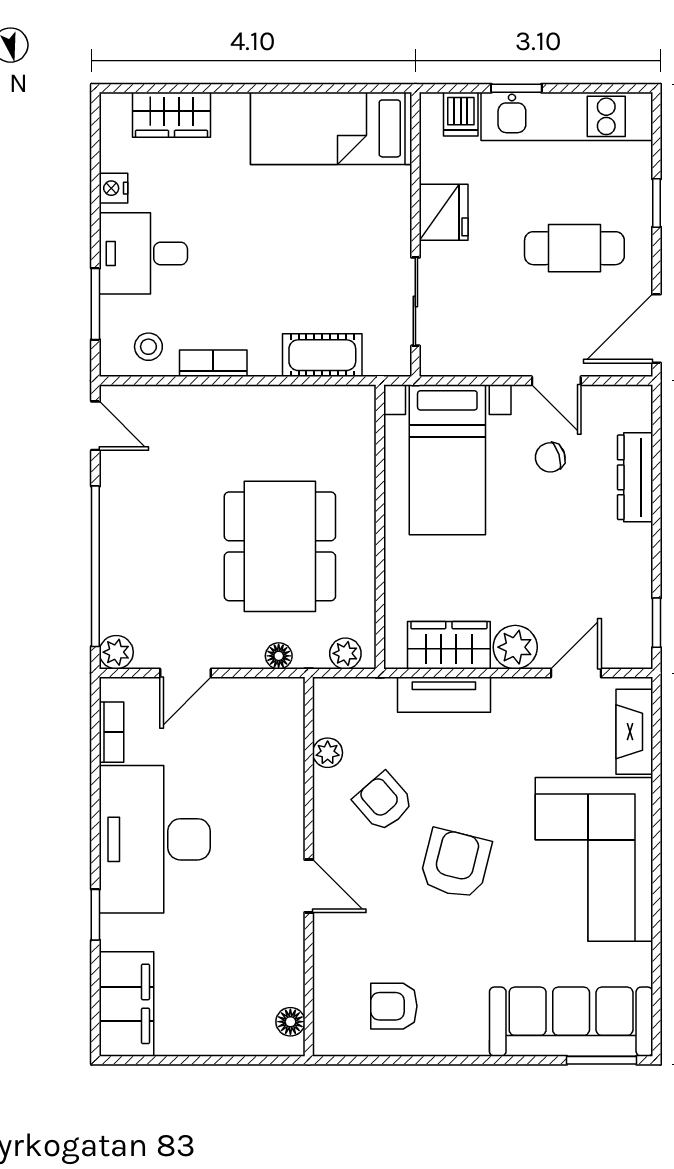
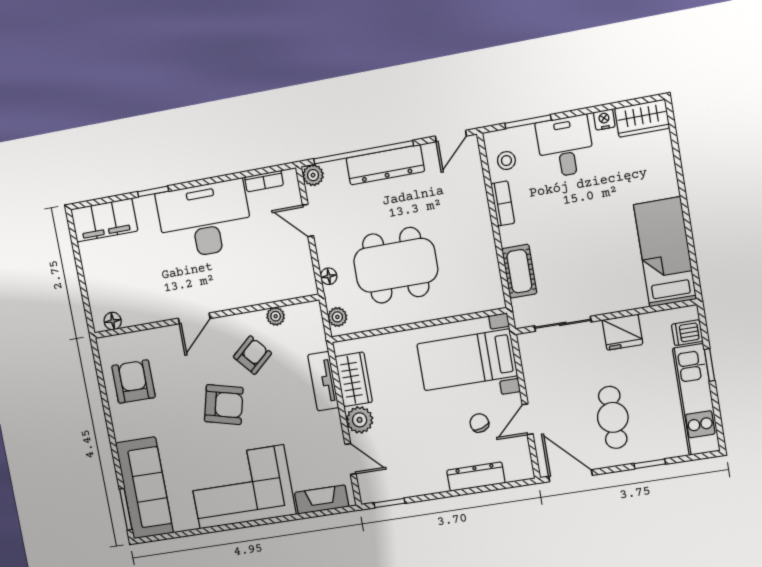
wardrobe: (172, 115) -> (642, 118), moved, turned -90
dresser: (121, 535) -> (385, 165), added
armchair: (394, 1006) -> (133, 382), width x1.38, depth x1.38

